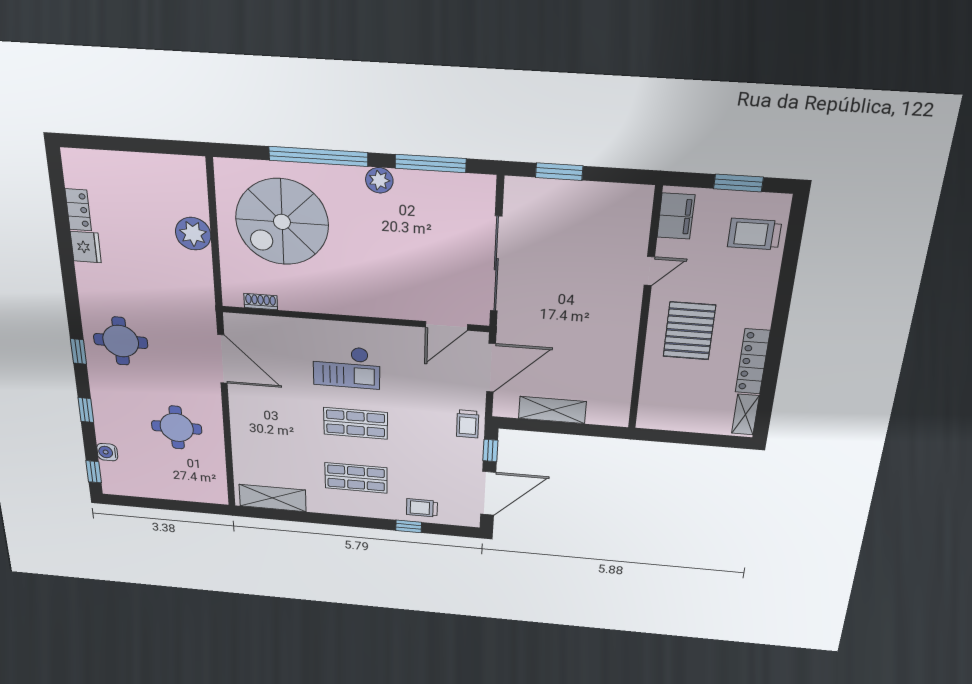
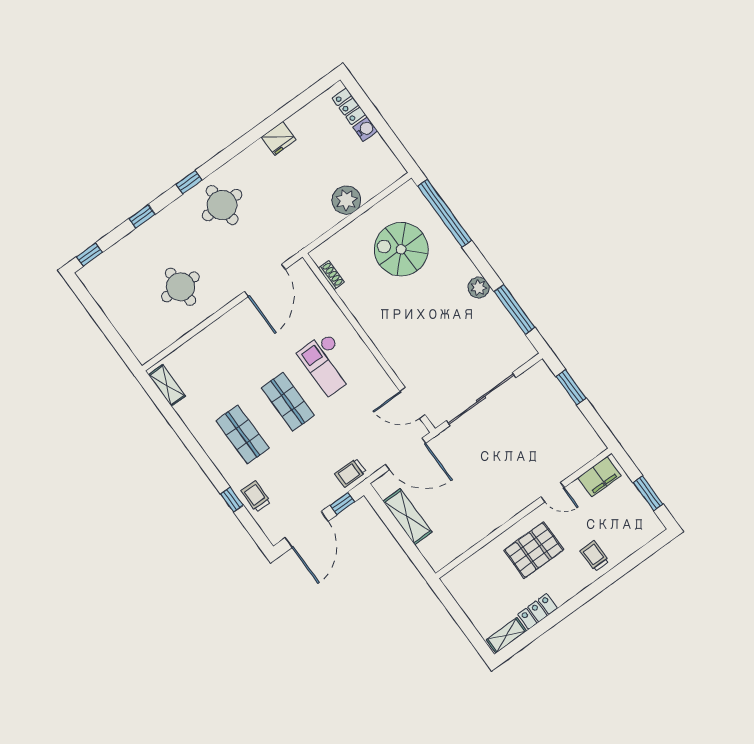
window: (318, 156) -> (445, 213), moved
locker: (78, 210) -> (349, 106), moved, turned 90
spiral stairs: (282, 222) -> (401, 249), width x0.73, depth x0.73
trolley: (754, 234) -> (595, 556), moved, width x0.73, depth x0.72
locker: (753, 361) -> (538, 611), width x0.66
water cooler: (107, 452) -> (365, 129), moved, turned 90
door: (488, 493) -> (307, 529), hinge flipped
shelving: (273, 498) -> (167, 385), width x0.67, depth x0.75

